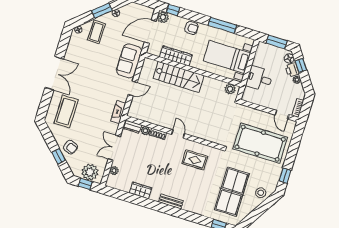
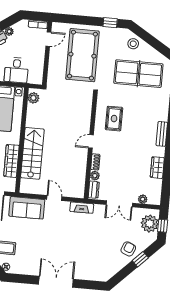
coffee table: (66, 112) -> (93, 261), removed

